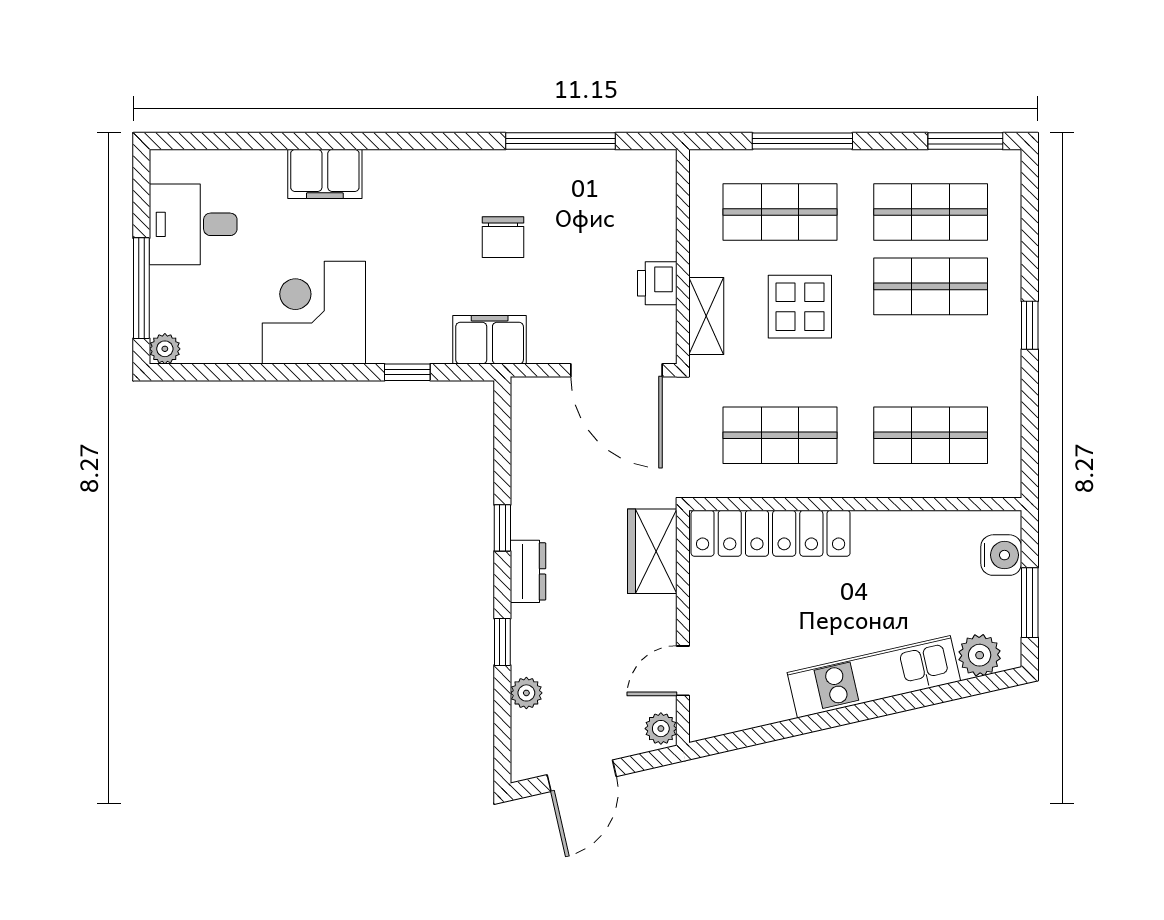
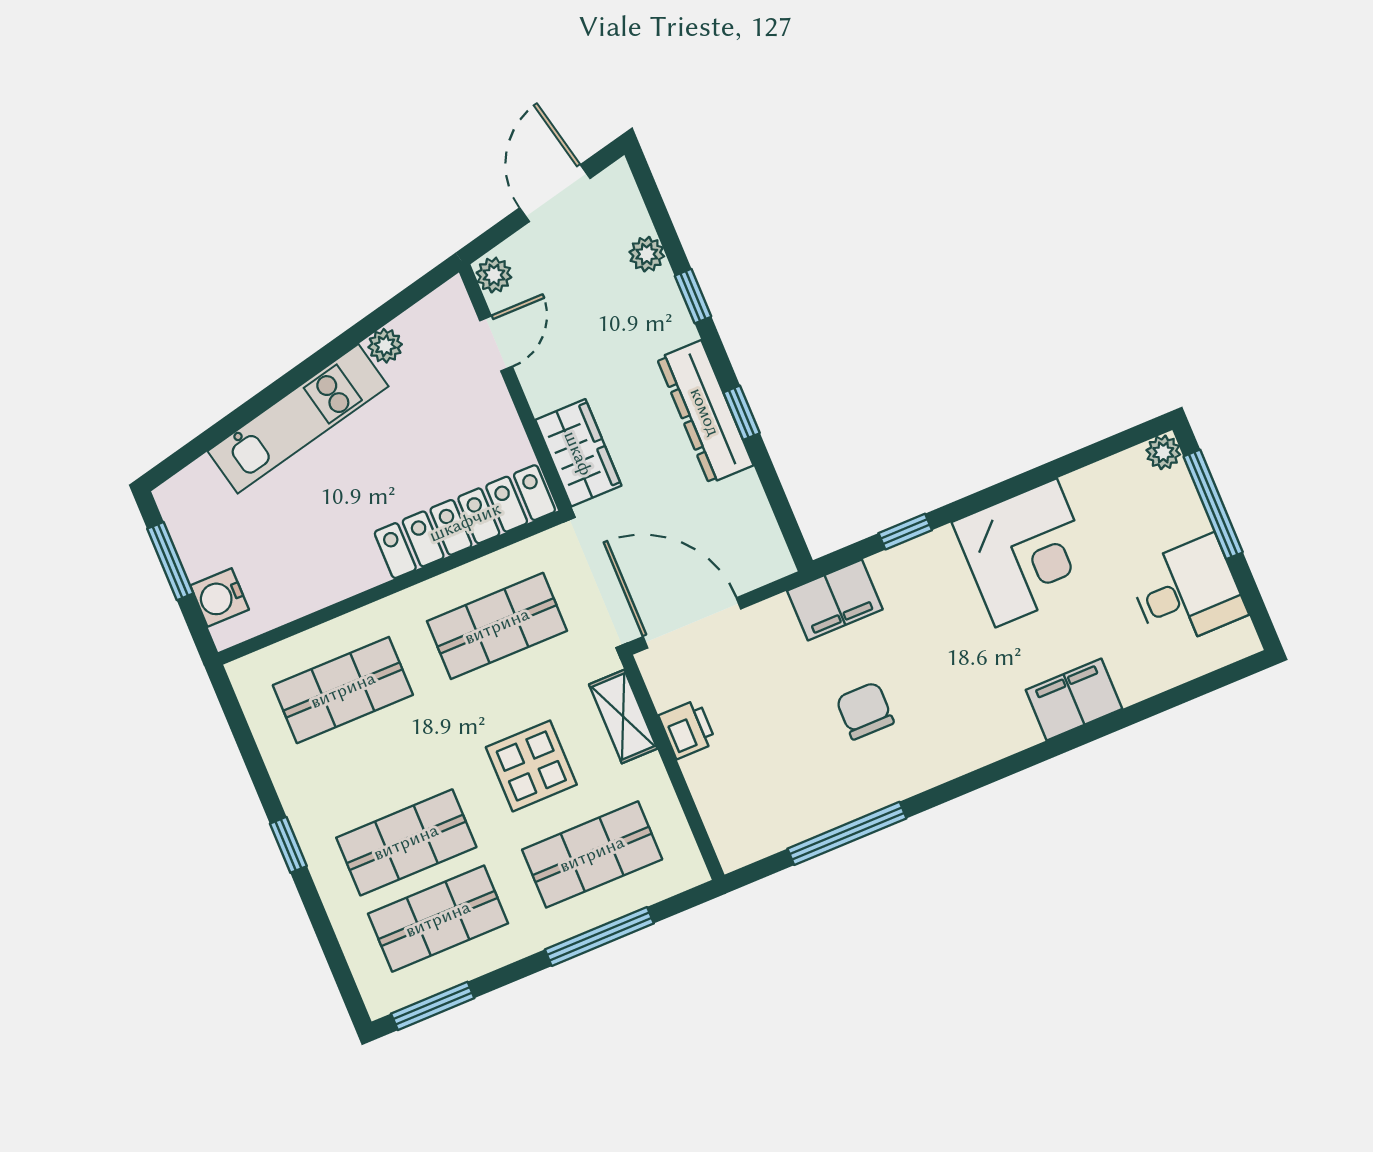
dresser: (528, 571) -> (705, 412), width x1.96, depth x1.24
plant: (980, 655) -> (385, 346), moved, width x0.73, depth x0.73

